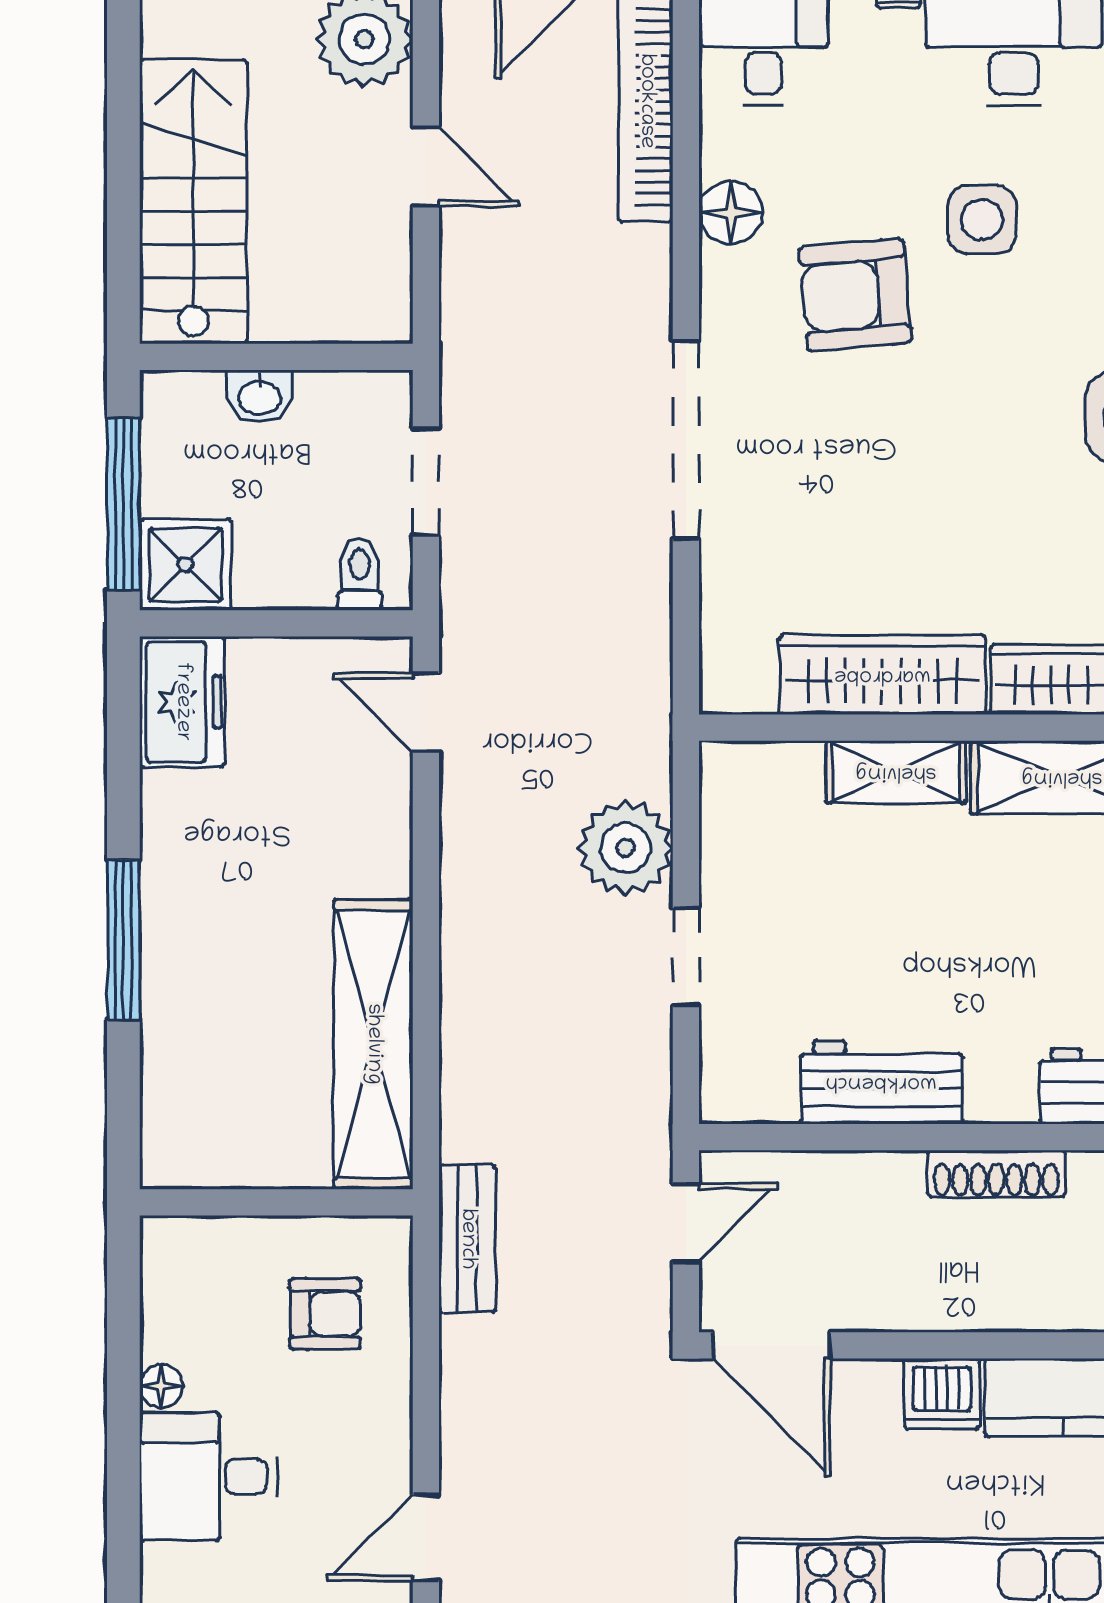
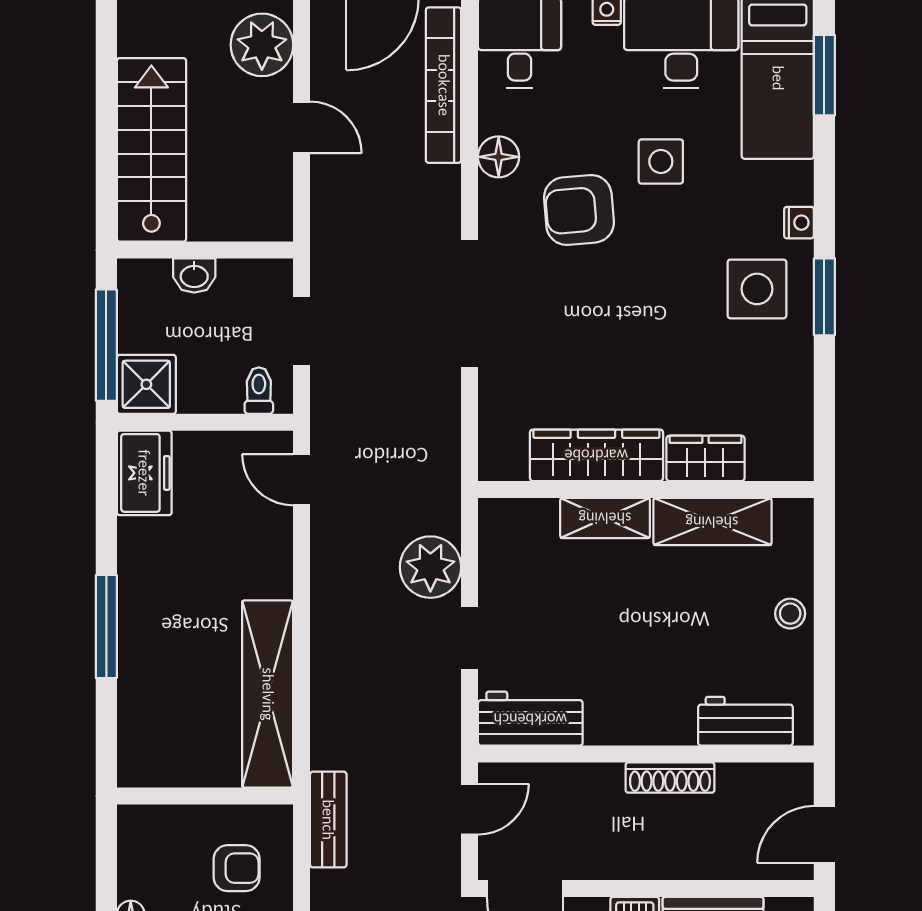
workbench: (881, 1082) -> (530, 719), moved

